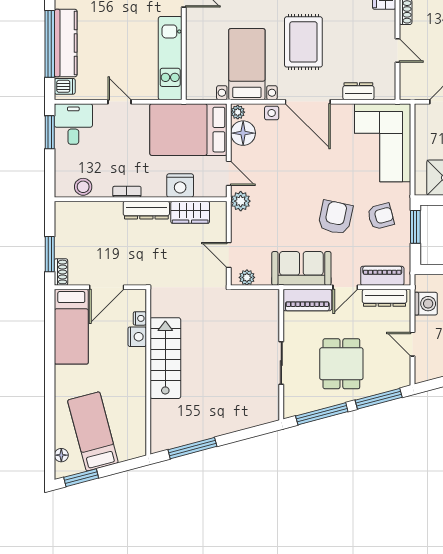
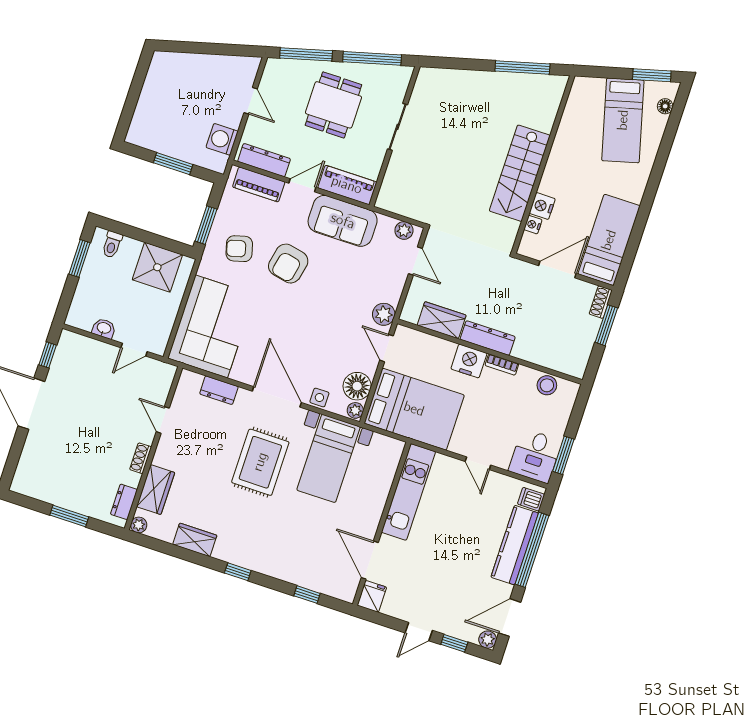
nightstand: (180, 186) -> (469, 361), moved

